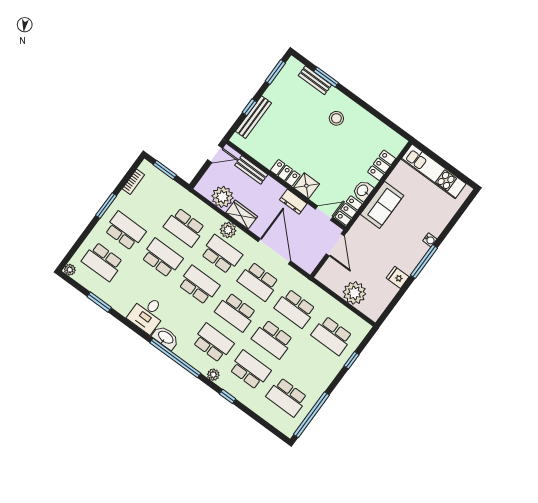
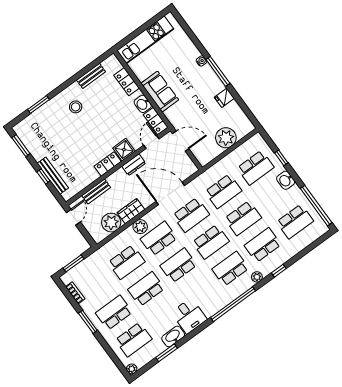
bench: (315, 80) -> (91, 76), moved
washbasin: (166, 338) -> (173, 336), moved
washbasin: (329, 373) -> (286, 180), added

